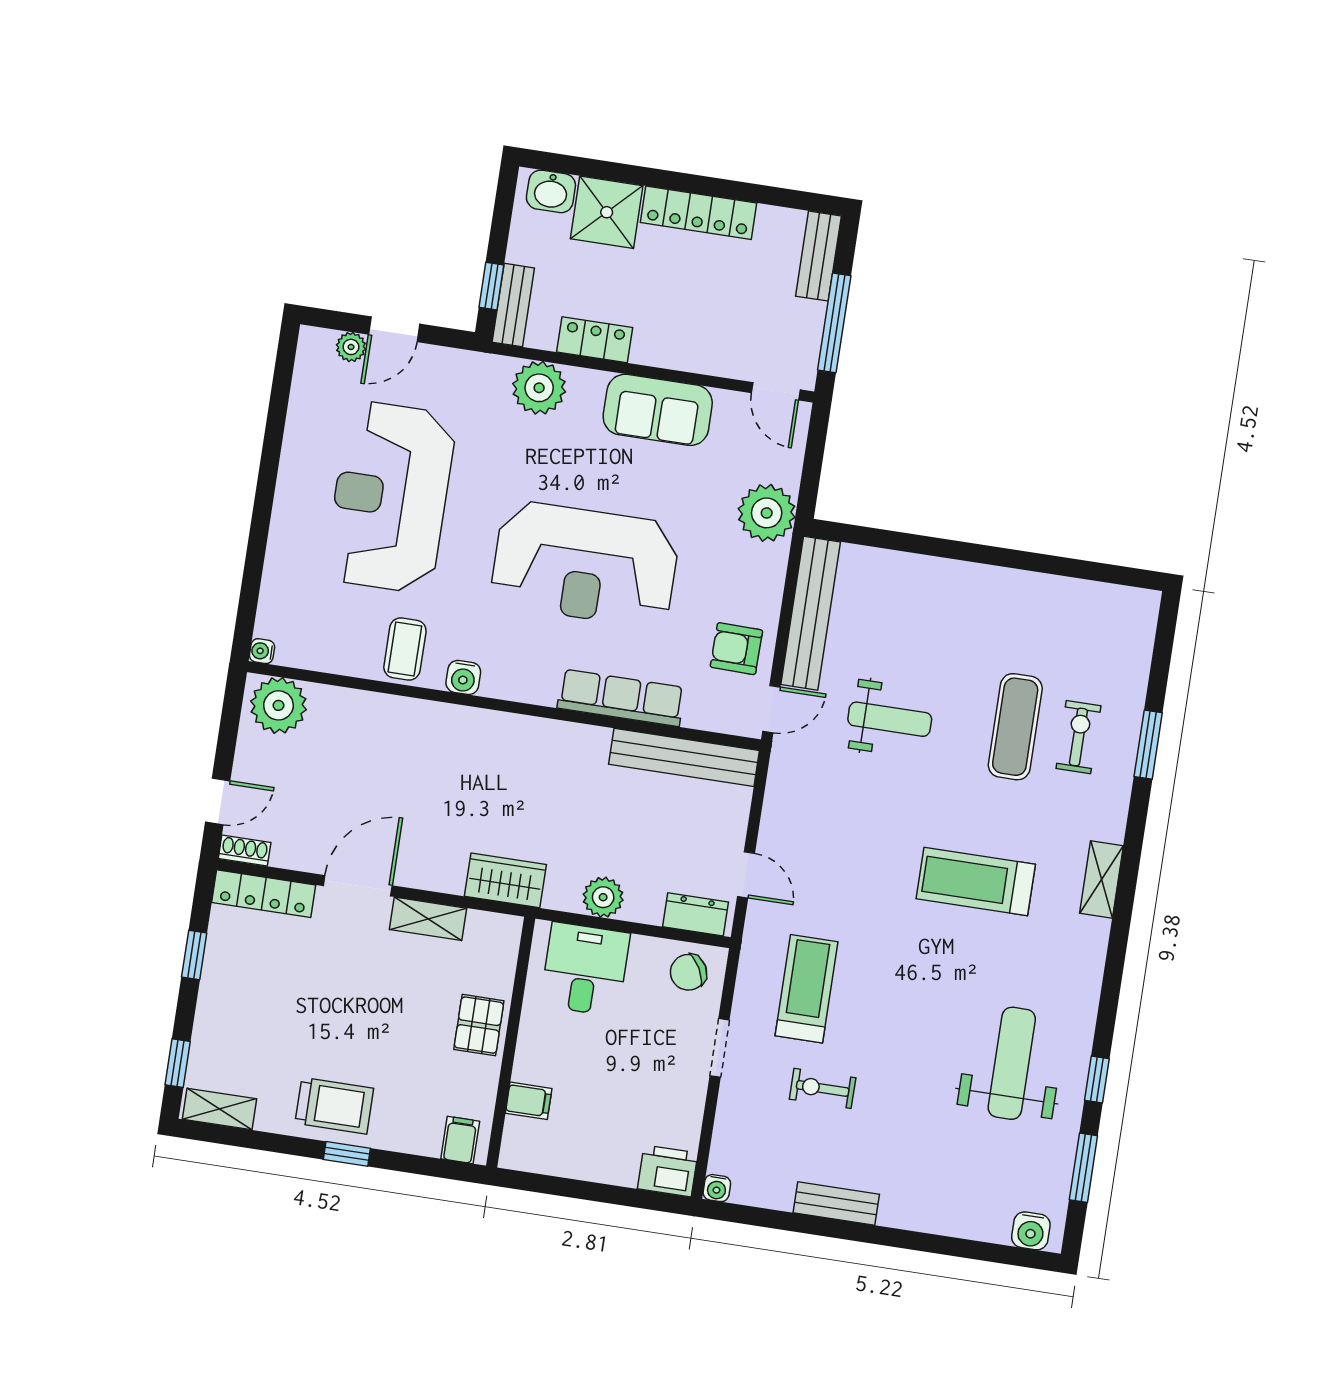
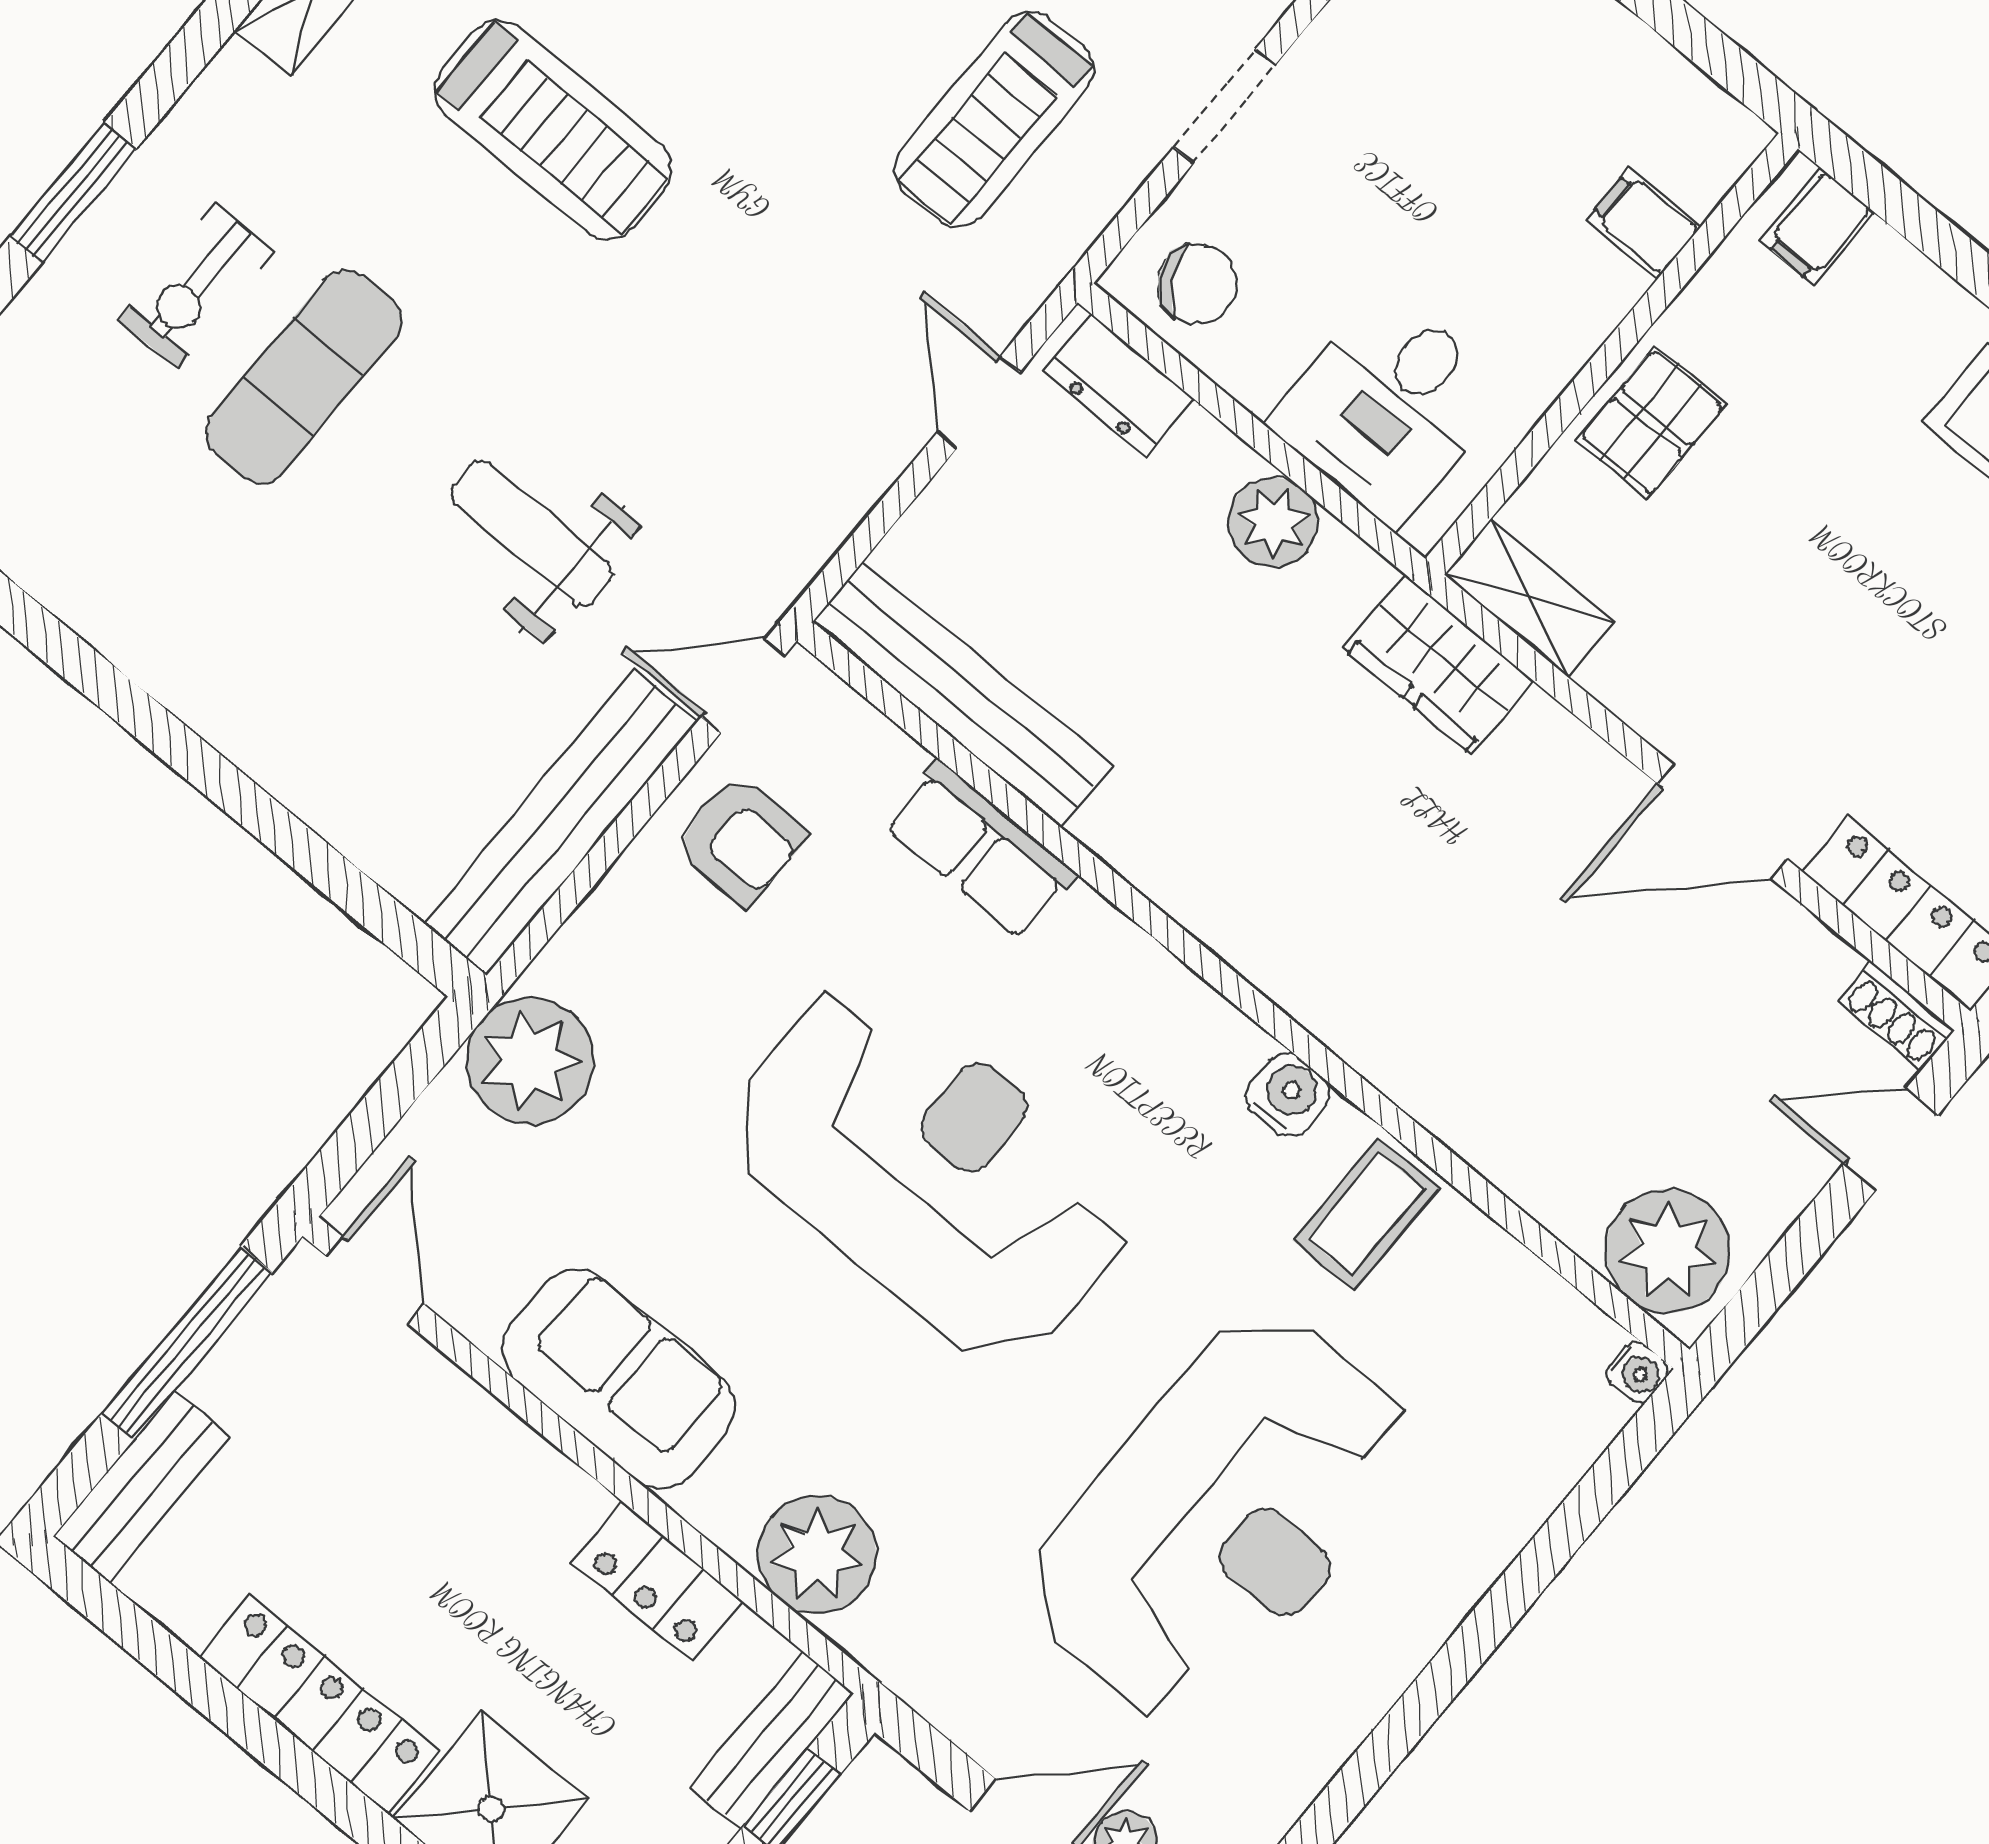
row of seats: (621, 698) -> (980, 850), width x0.68
shelving: (428, 919) -> (1529, 598), moved

